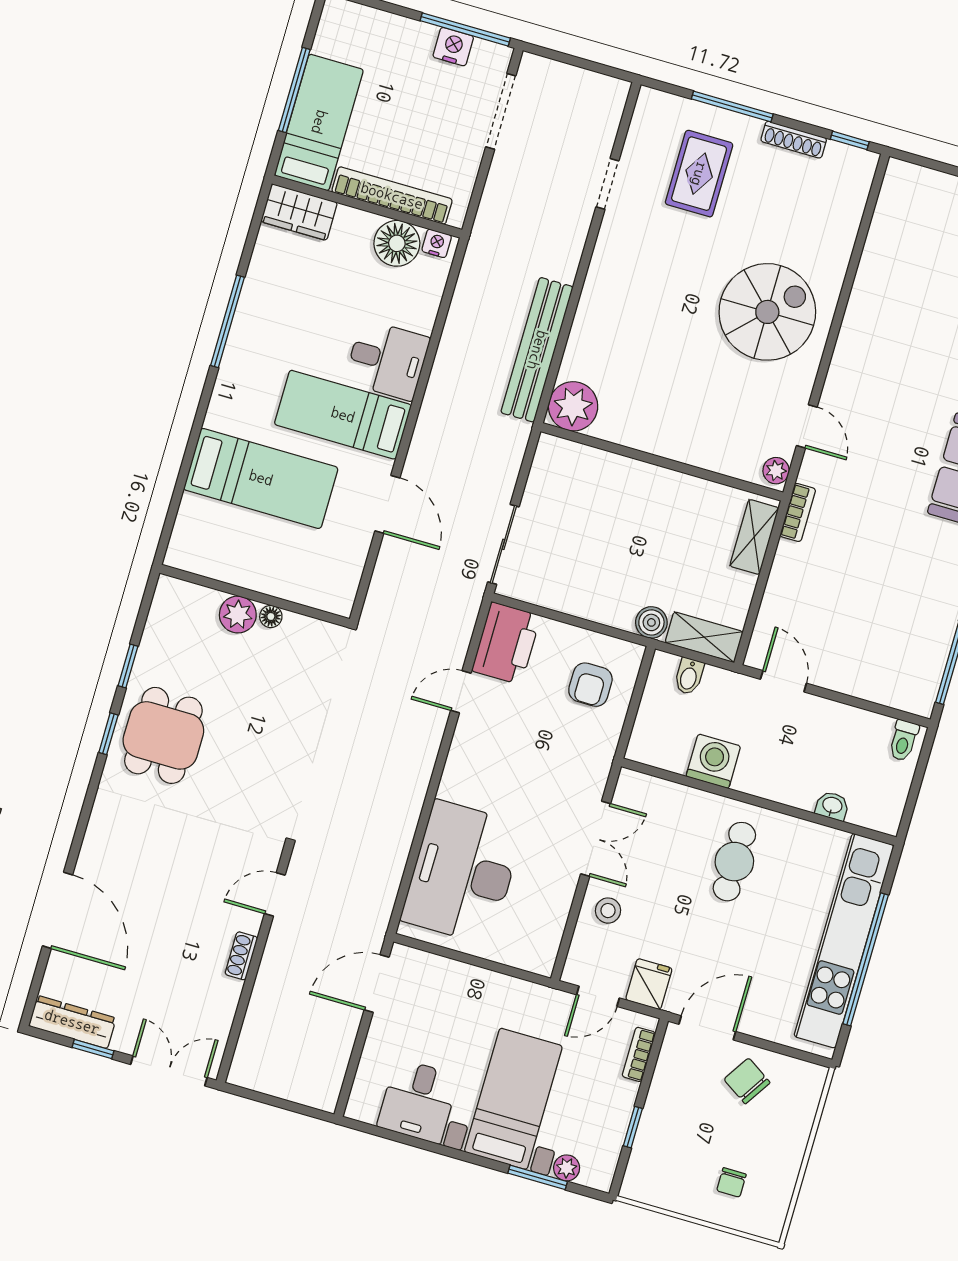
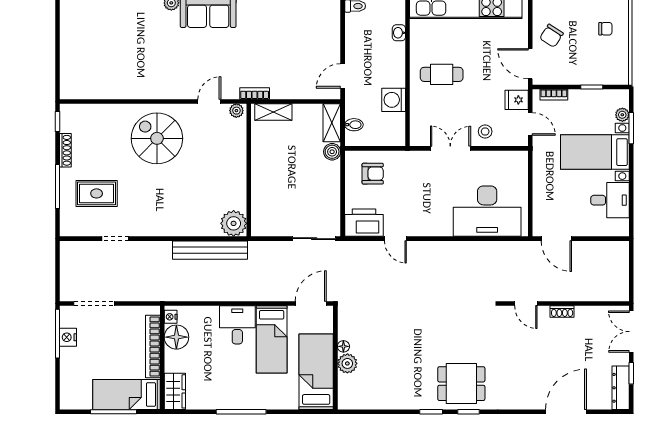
wall: (255, 596) -> (335, 358), moved
plant: (238, 615) -> (347, 363), moved
floor lamp: (271, 616) -> (343, 346), moved

